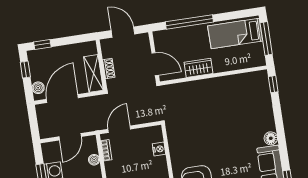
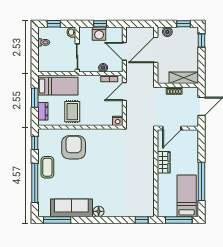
window: (189, 22) -> (201, 181), moved
shelving: (93, 73) -> (184, 78), moved
door: (62, 99) -> (156, 50), swing flipped
door: (119, 129) -> (124, 92), swing flipped
nightstand: (159, 149) -> (118, 121), moved

